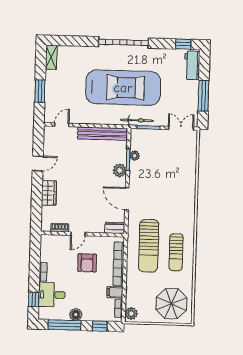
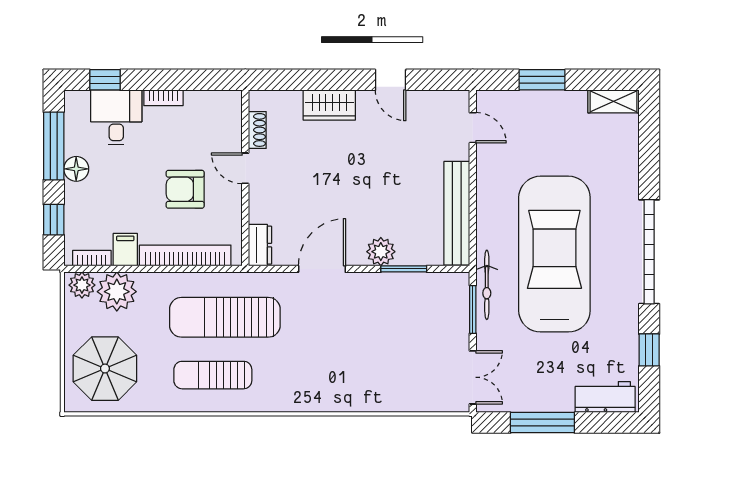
window: (183, 44) -> (649, 350), moved
car: (123, 88) -> (554, 254), turned 180
plant: (135, 156) -> (117, 292), moved, width x1.88, depth x1.88

